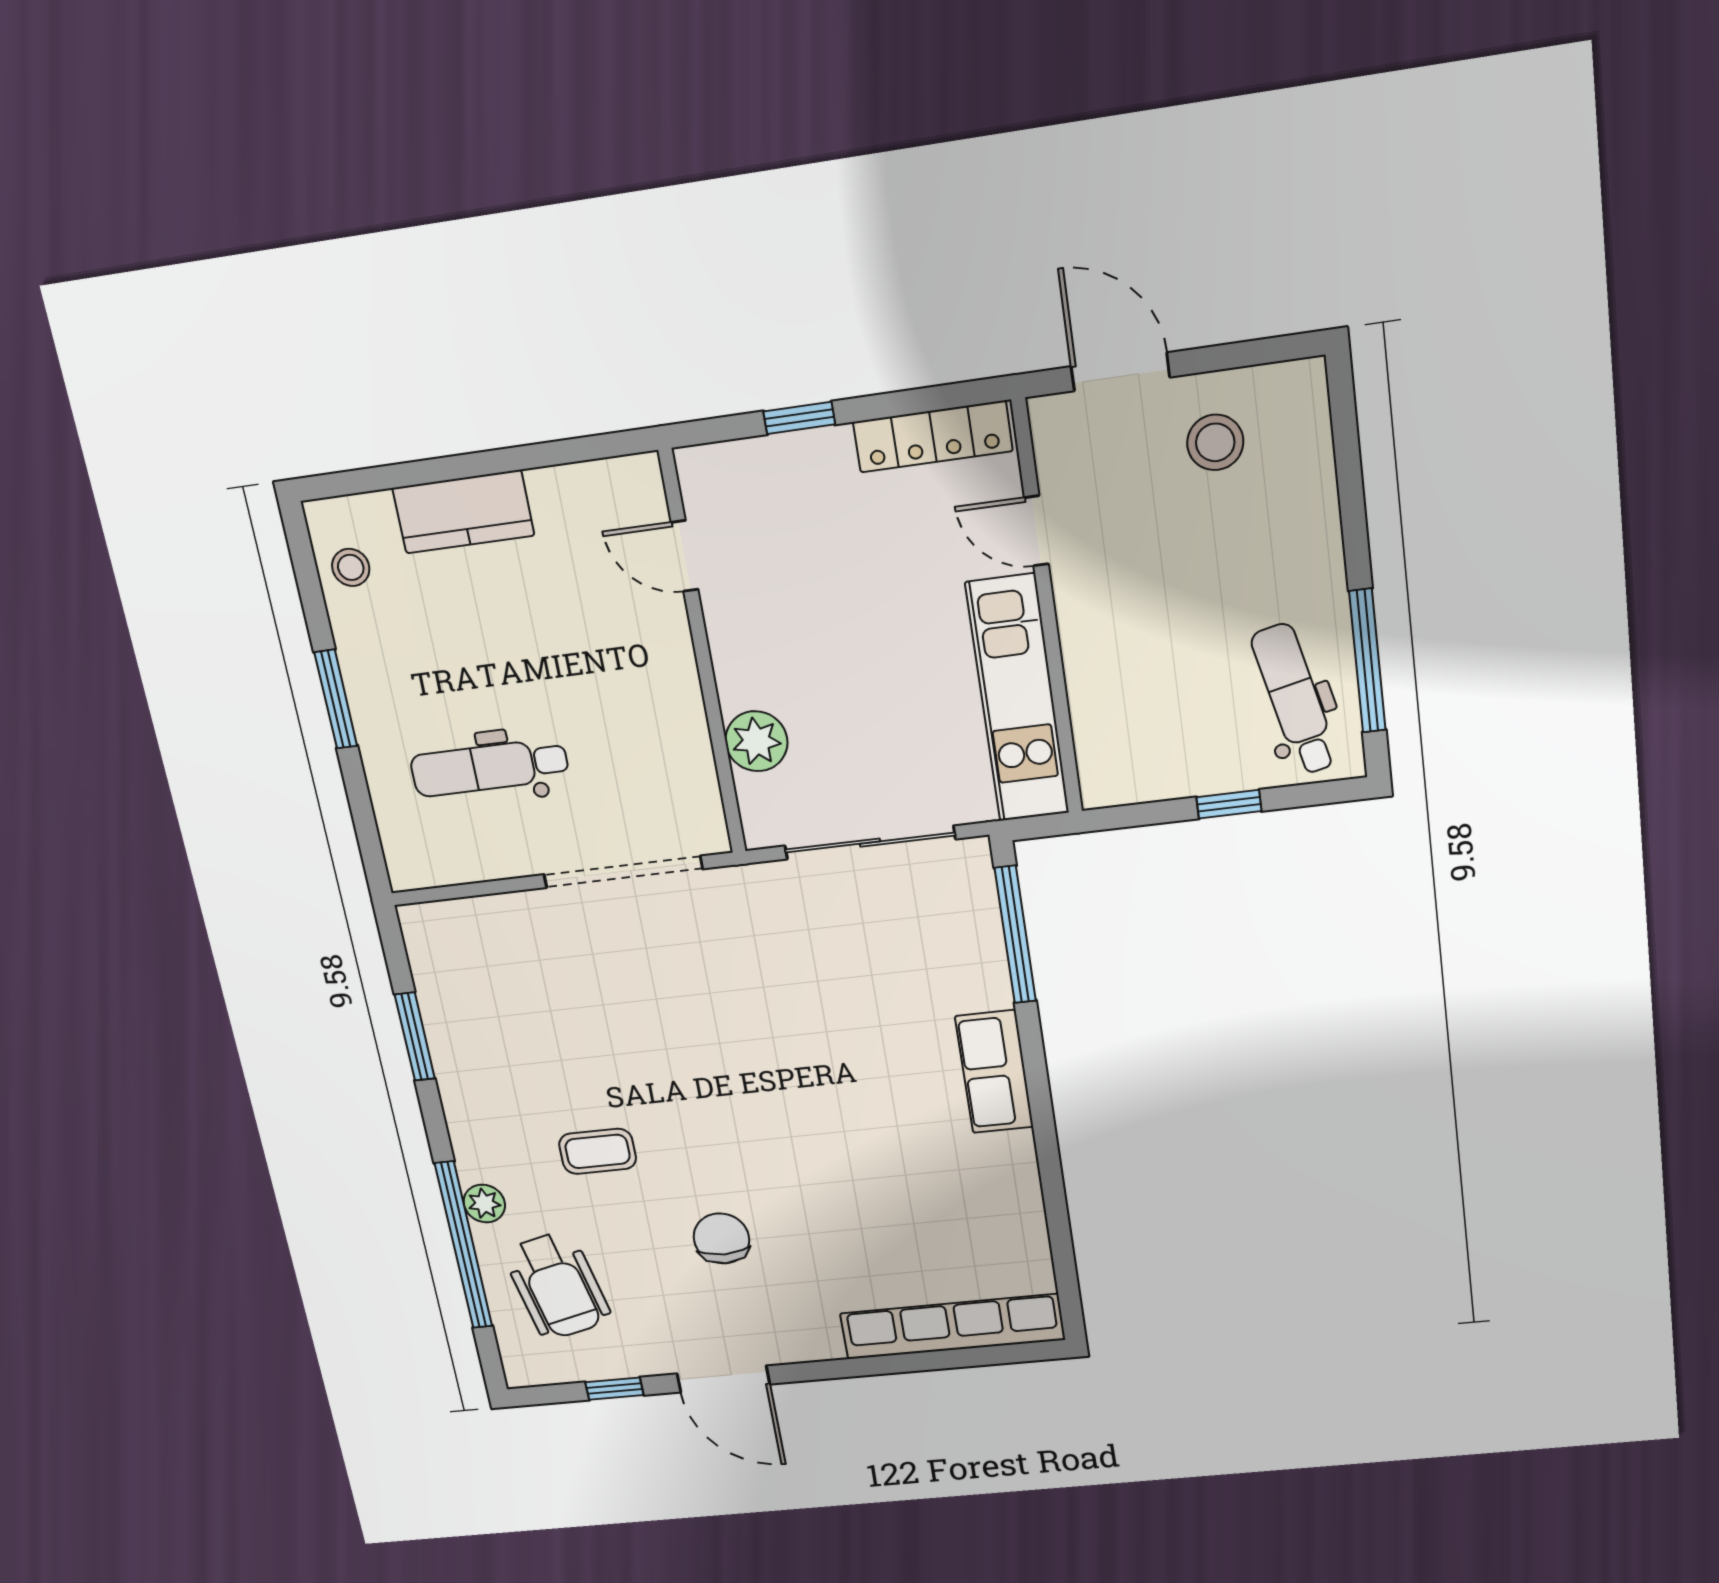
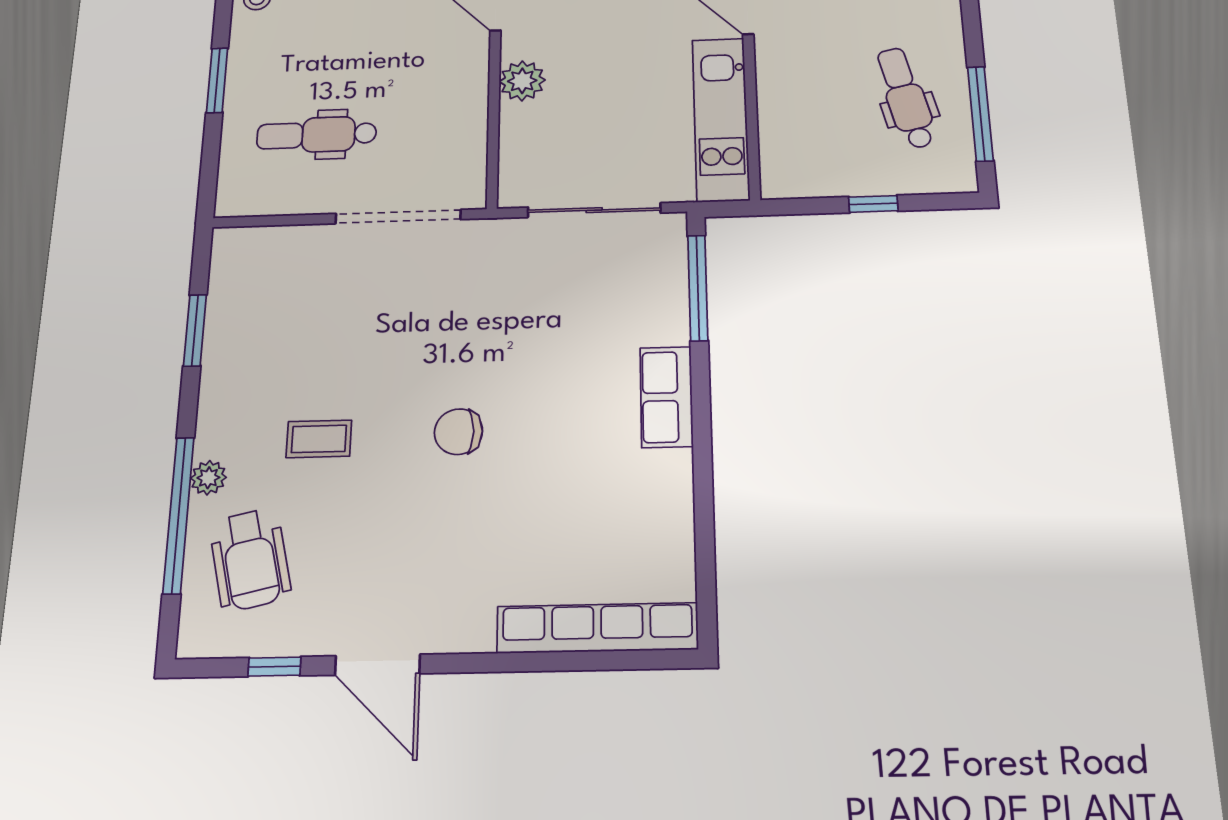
dental chair: (1295, 699) -> (906, 98), moved
plant: (756, 741) -> (522, 81), moved
chair: (721, 1238) -> (458, 432), moved, turned -90

